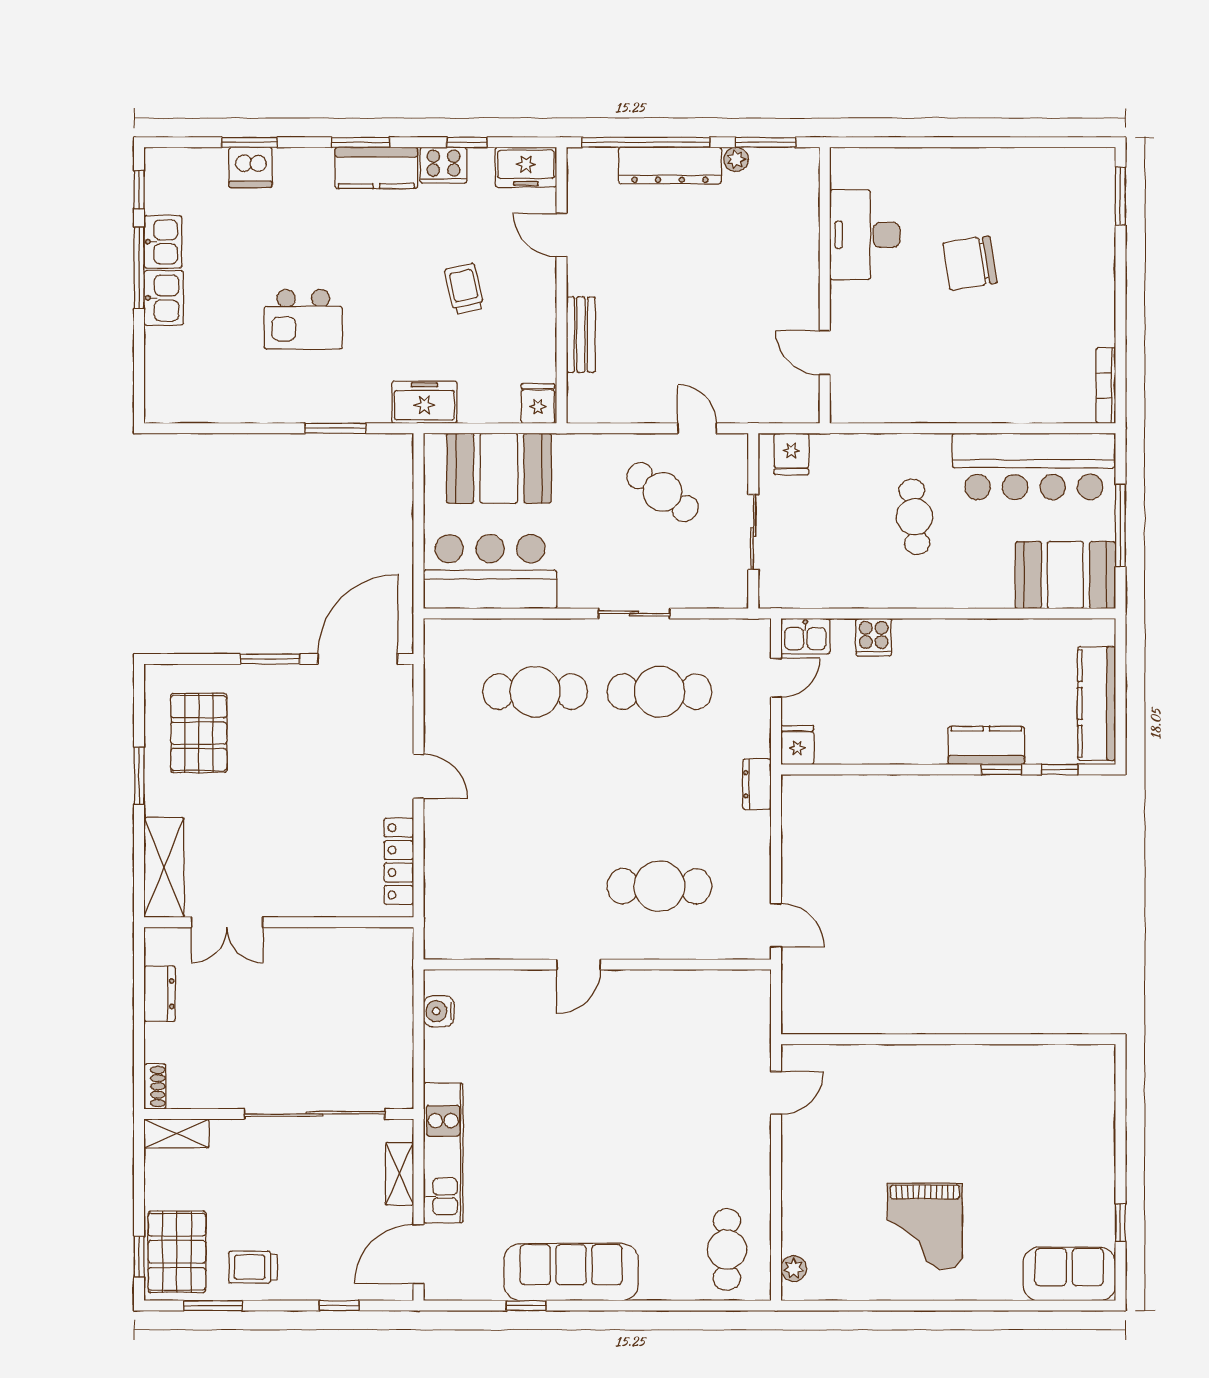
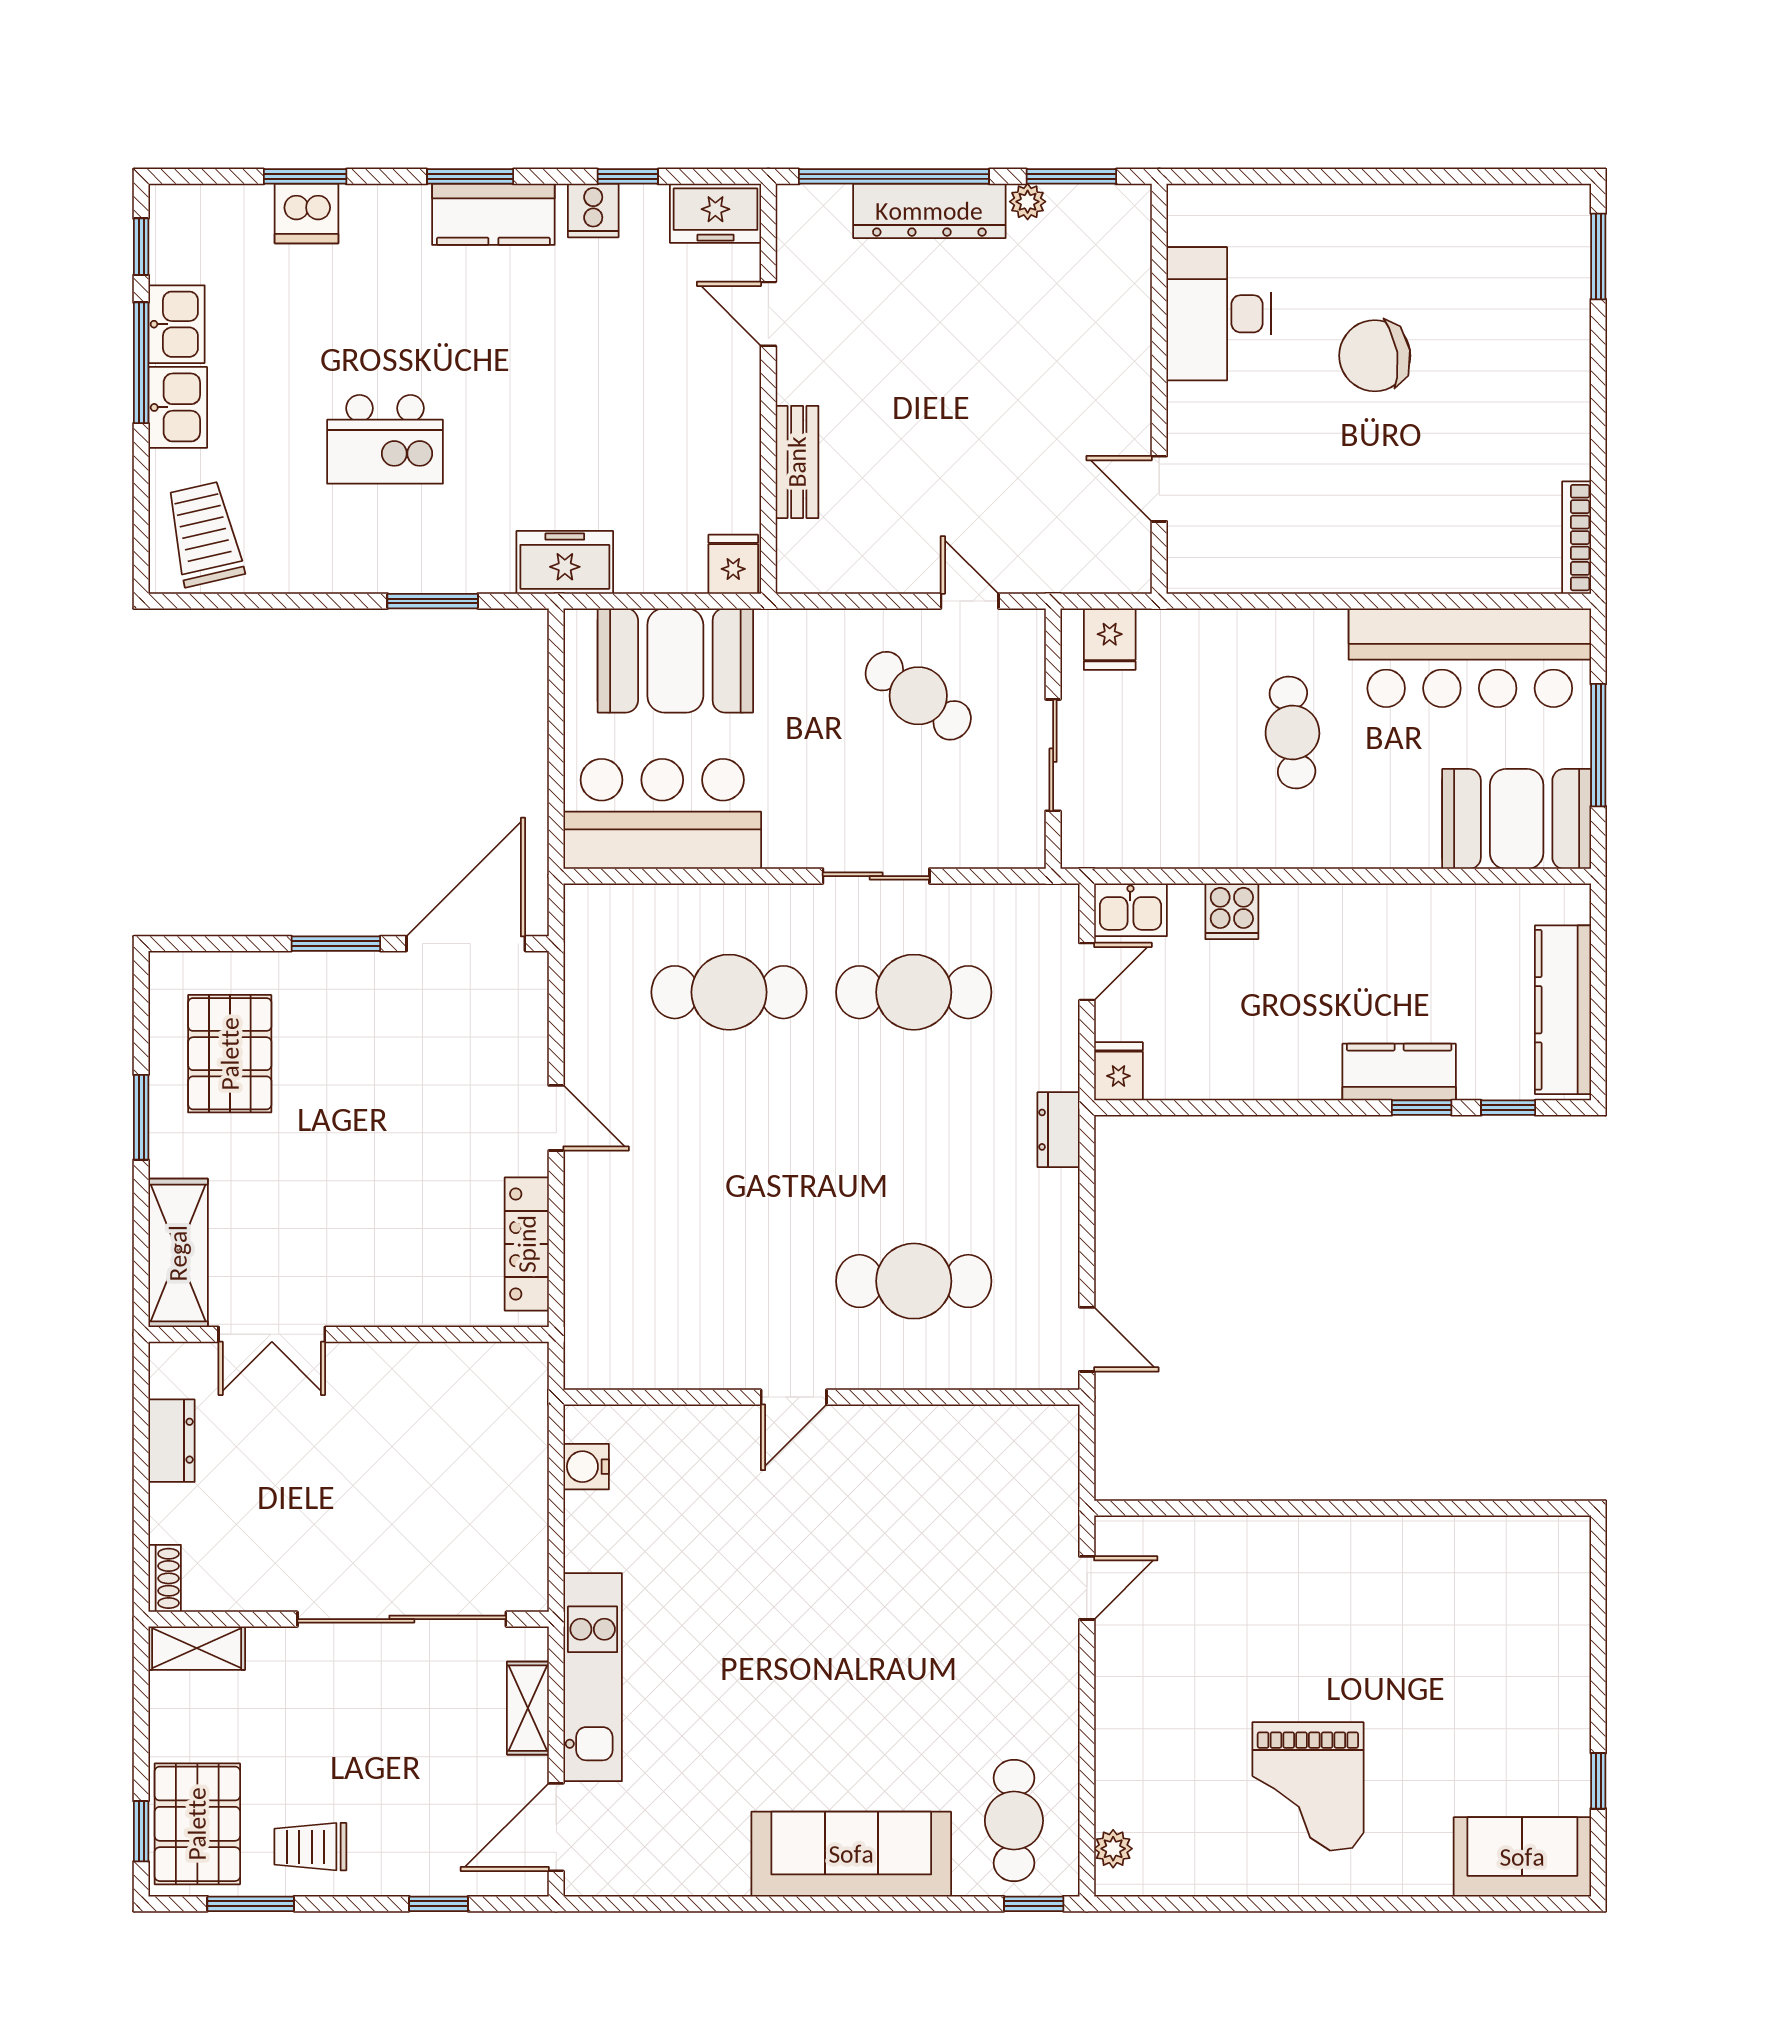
cooker: (444, 165) -> (593, 210), width x0.73
trolley: (464, 289) -> (204, 534), moved, width x1.36, depth x1.39
sofa: (571, 1272) -> (851, 1854), moved
window: (526, 1306) -> (1034, 1904), moved

